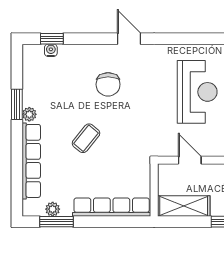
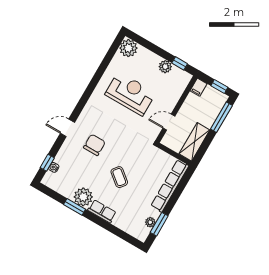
door: (129, 39) -> (67, 128), moved
chair: (108, 84) -> (94, 145), turned -90
plant: (29, 114) -> (83, 197), width x1.88, depth x1.88
row of seats: (31, 161) -> (102, 211), width x0.50

